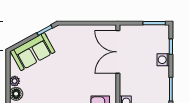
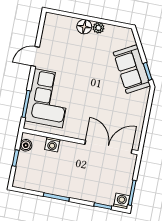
sofa: (33, 52) -> (132, 69), moved
washing machine: (163, 60) -> (122, 201), moved

